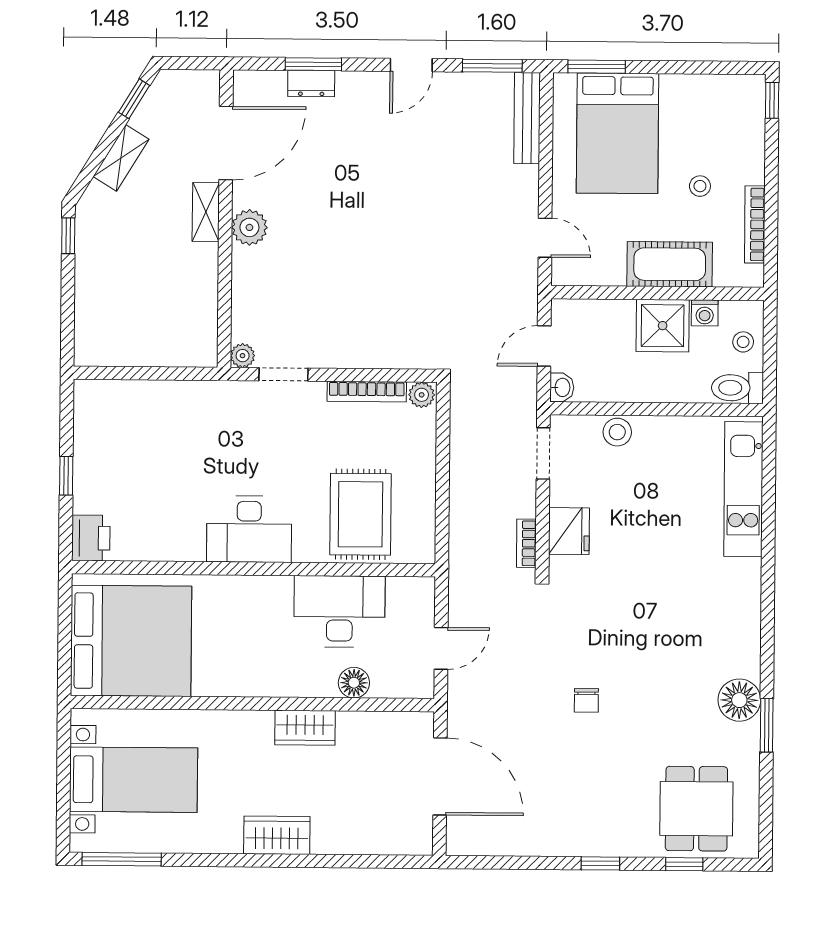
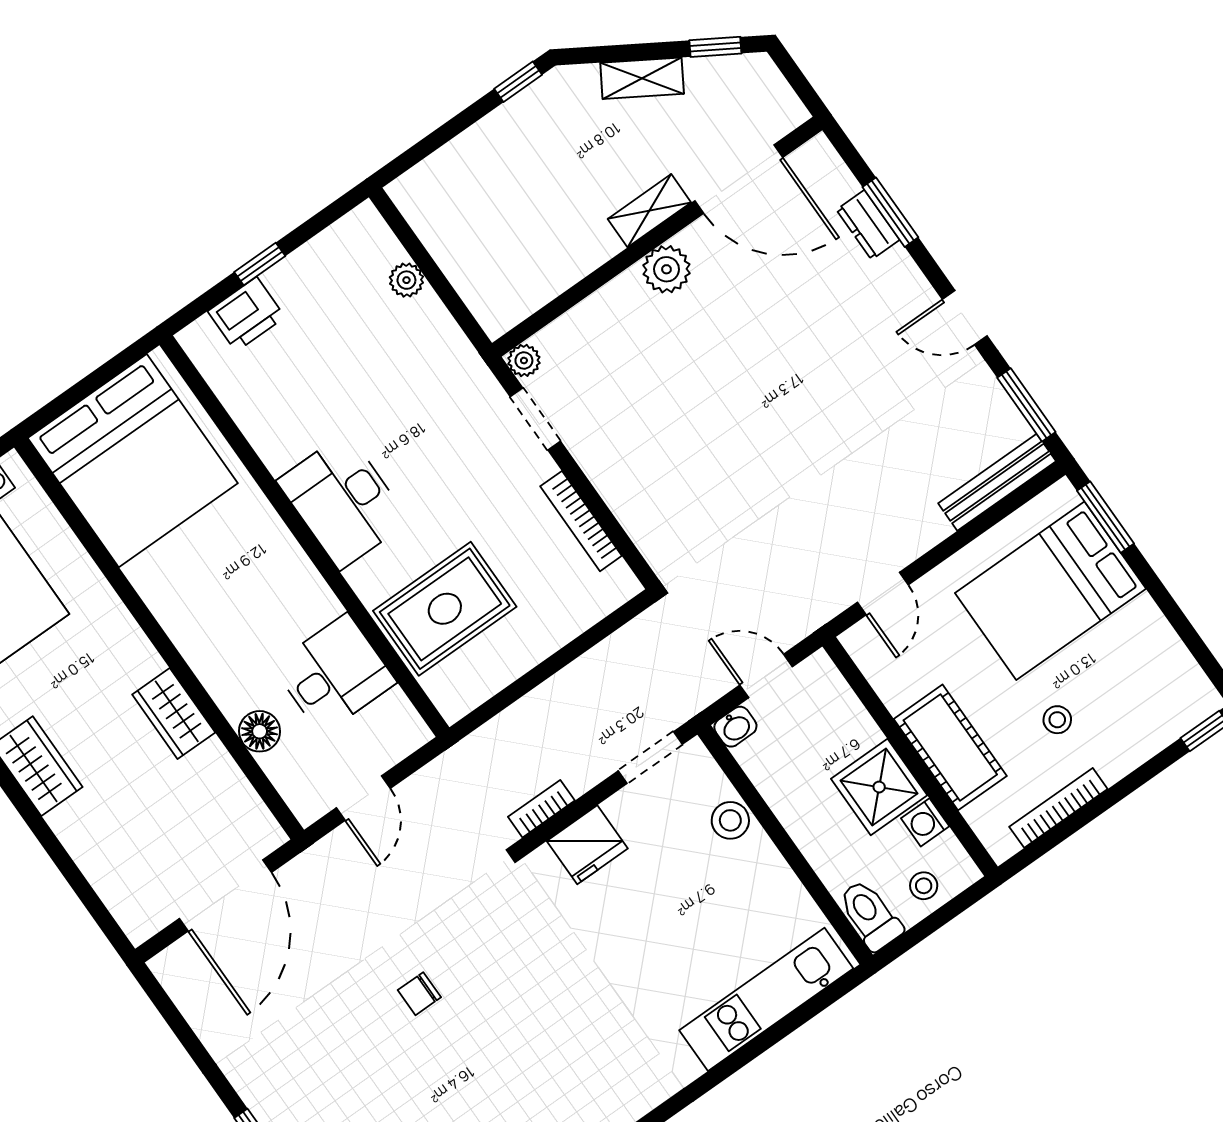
plant: (422, 395) -> (406, 280), moved
printer: (91, 538) -> (246, 314), moved
desk: (339, 611) -> (334, 674), width x0.73
door: (441, 648) -> (363, 798), hinge flipped

